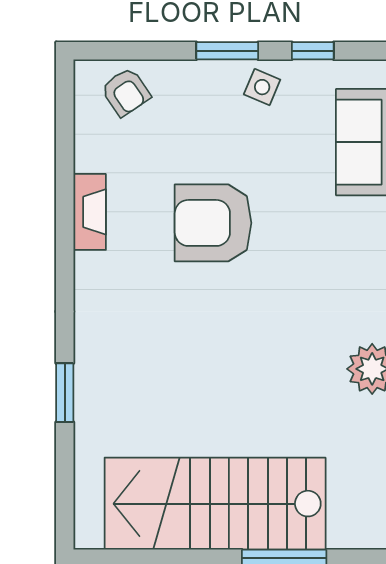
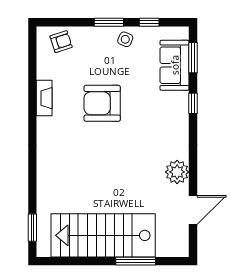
armchair: (126, 92) -> (61, 42), turned -74
window: (65, 393) -> (32, 228), moved

